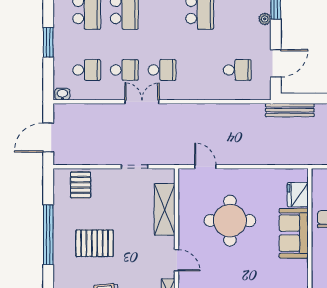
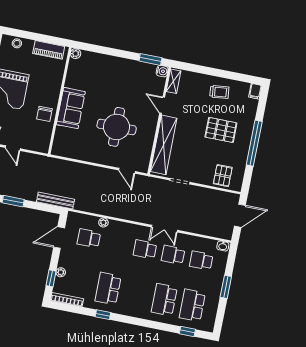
plant: (222, 94) -> (103, 222), added
fridge: (298, 195) -> (62, 136), removed
shelving: (165, 209) -> (164, 145), width x1.47

